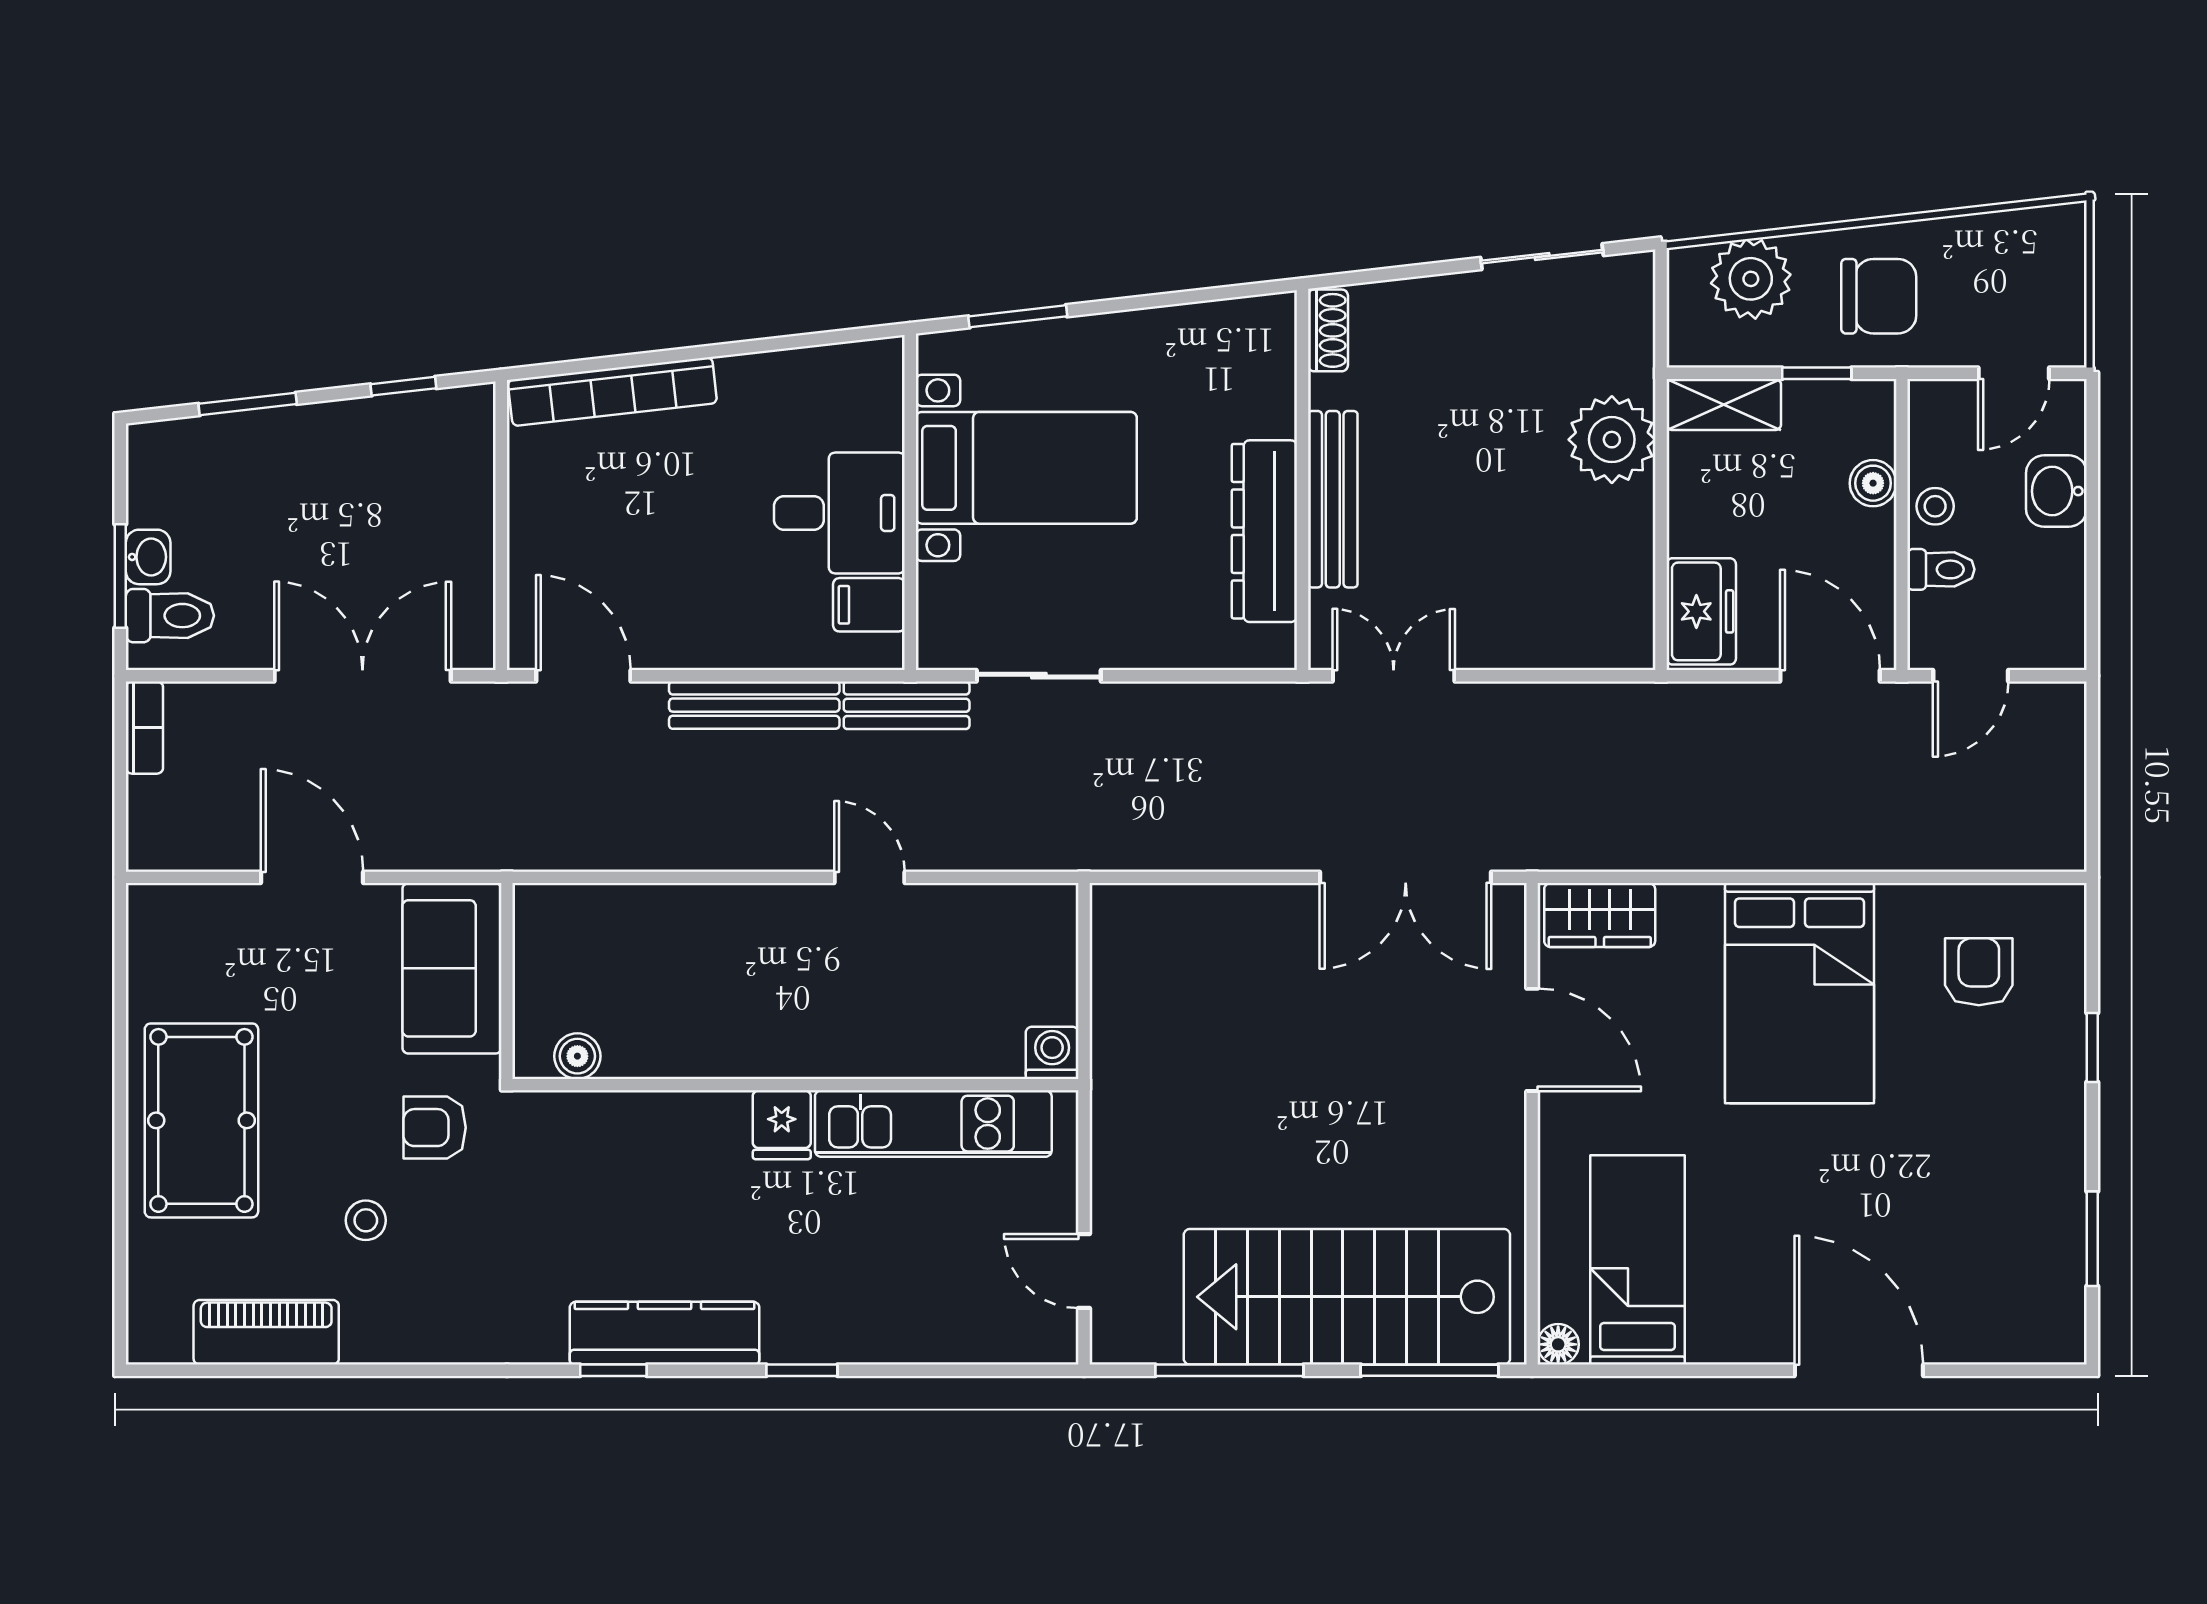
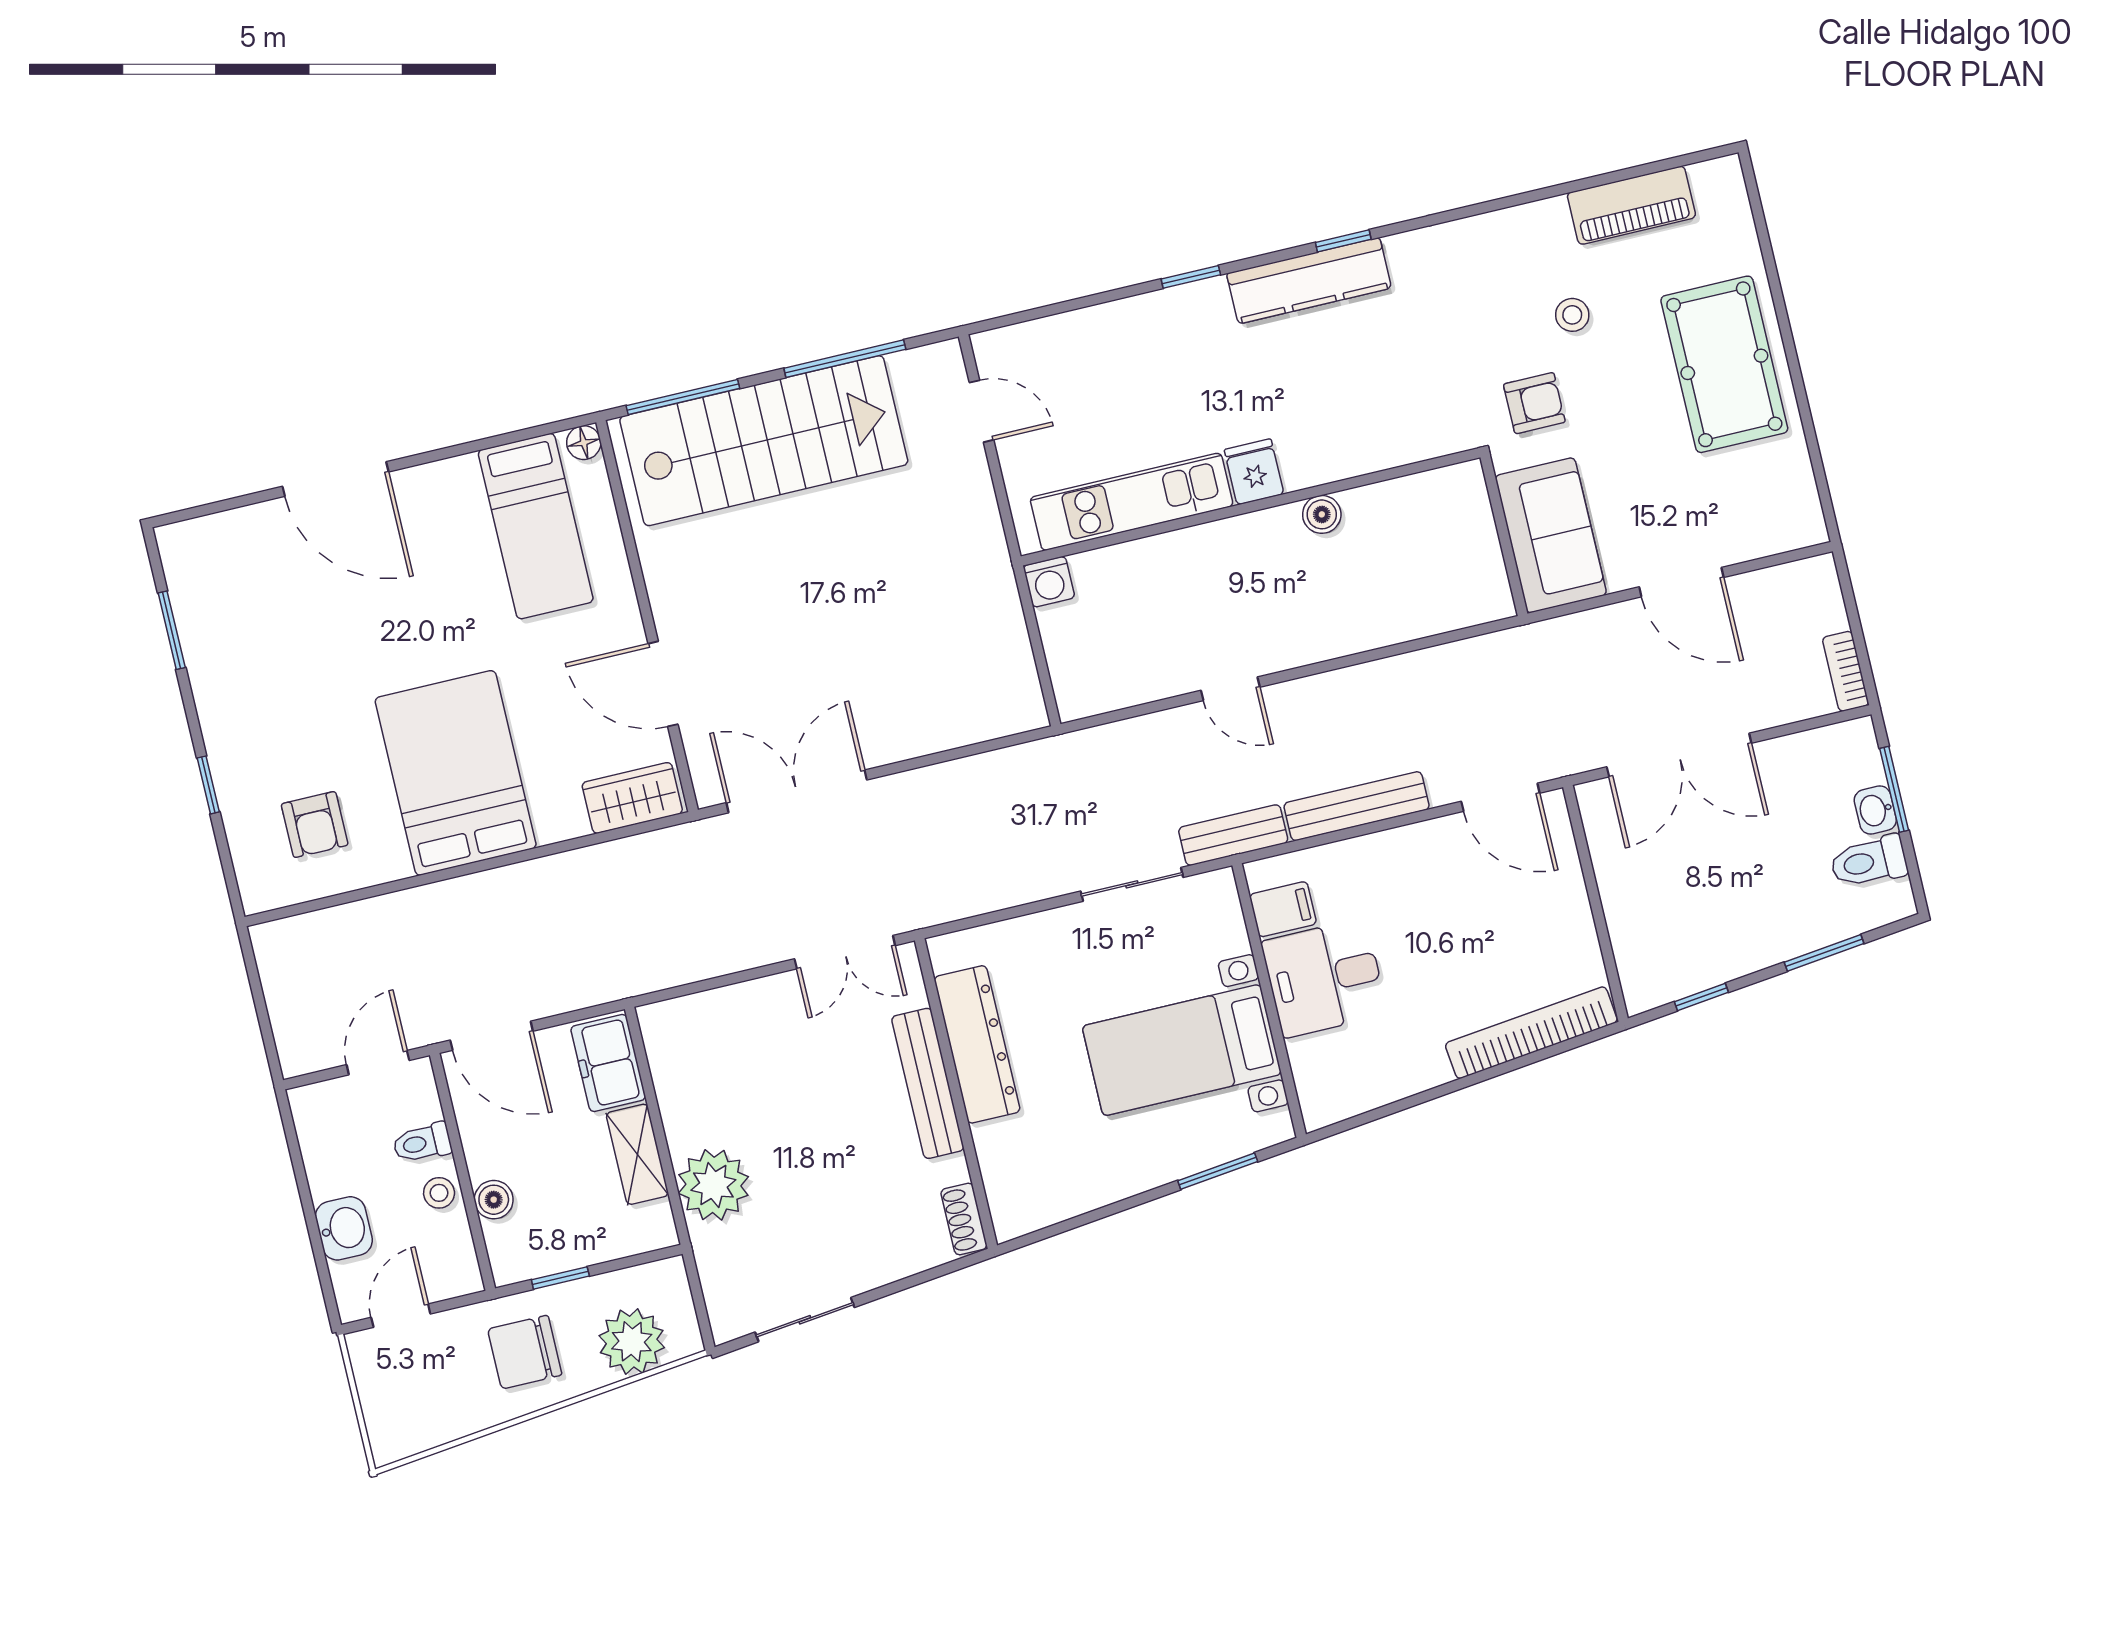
shelving: (1724, 404) -> (637, 1154), moved, turned 90
toilet: (170, 616) -> (1869, 862), moved
boiler: (577, 1056) -> (1322, 514), moved

